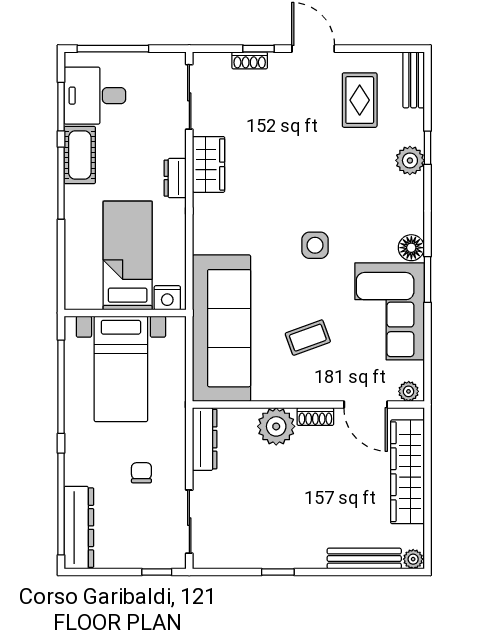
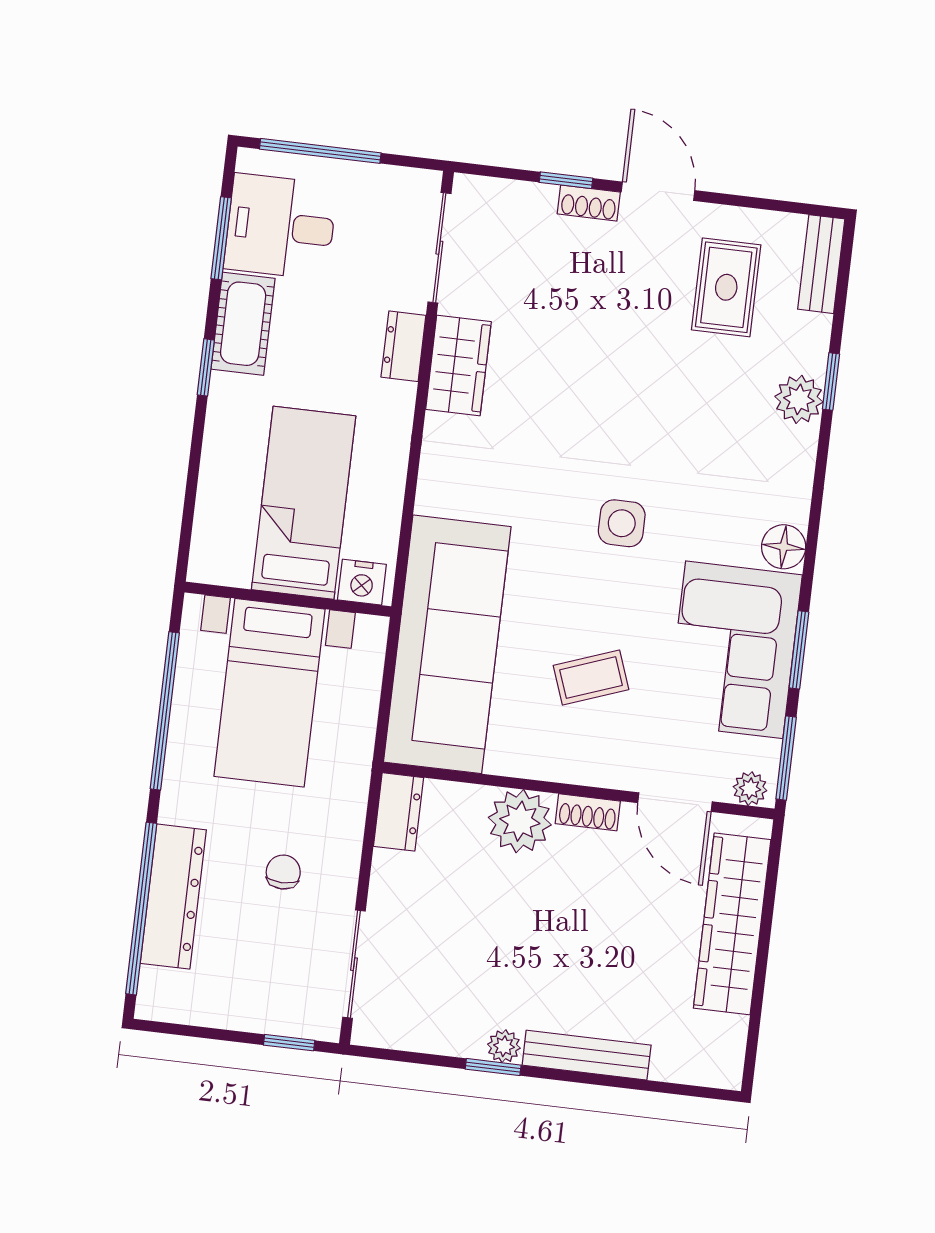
shoe rack: (250, 60) -> (589, 203), moved
dresser: (175, 178) -> (403, 346), moved
window: (61, 183) -> (206, 367), width x0.46
window: (427, 279) -> (799, 650), moved
window: (427, 371) -> (786, 758), added
dresser: (205, 439) -> (399, 812), width x0.70
dresser: (79, 528) -> (173, 897), moved
bench: (364, 559) -> (587, 1055), moved
plant: (413, 559) -> (504, 1046), moved

